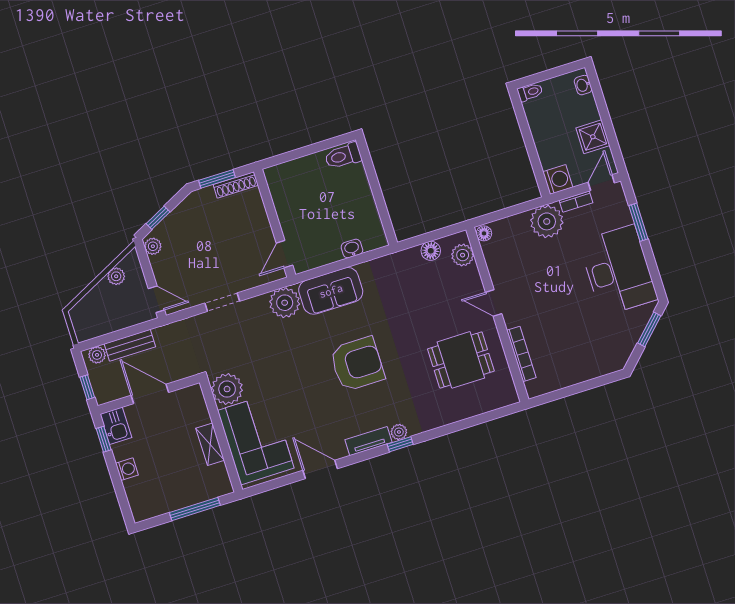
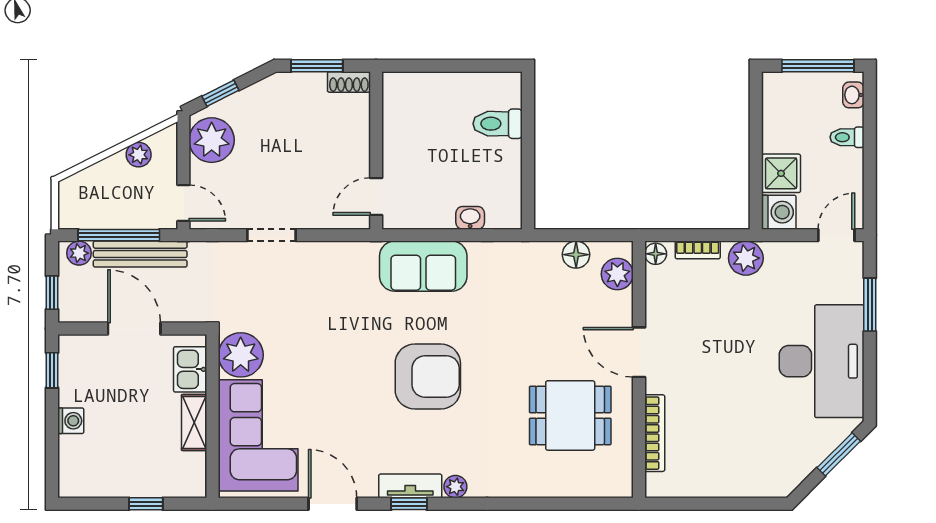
window: (553, 73) -> (818, 66), added
toilet: (530, 92) -> (847, 137), moved, turned 180
shower: (593, 137) -> (781, 173), moved
toilet: (343, 156) -> (498, 124), moved
shoe rack: (236, 185) -> (349, 82), width x0.70
bookcase: (576, 202) -> (698, 250), moved
plant: (547, 221) -> (746, 258), width x0.73, depth x0.73
plant: (153, 246) -> (212, 140), width x1.87, depth x1.87
plant: (285, 303) -> (356, 263), removed
door: (494, 303) -> (639, 352), width x1.38
window: (120, 334) -> (119, 235), added
bench: (130, 345) -> (140, 254), width x1.36
kitchen sink: (116, 426) -> (190, 369), moved, turned 180
window: (400, 444) -> (409, 504), moved
window: (195, 509) -> (146, 504), width x0.46

